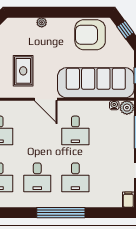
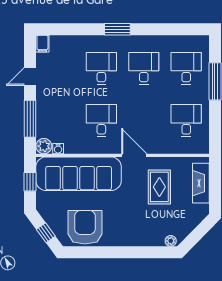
plant: (42, 22) -> (171, 241), moved
armchair: (90, 35) -> (85, 227), turned -90
window: (61, 213) -> (117, 29), width x0.47

